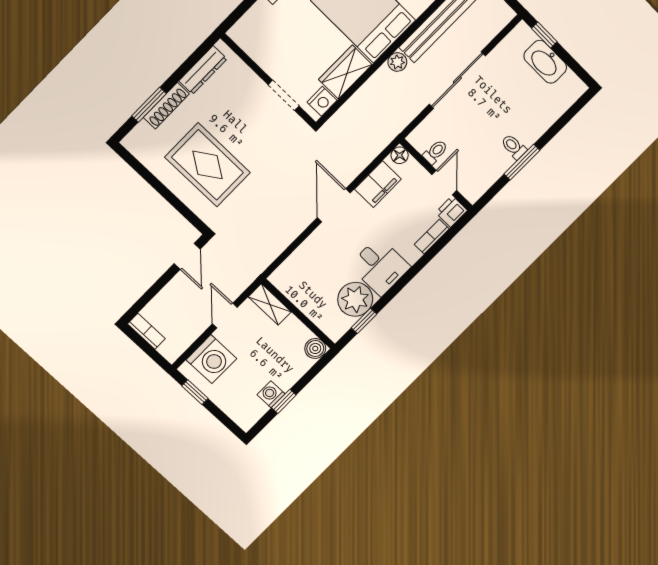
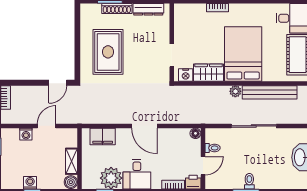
filing cabinet: (378, 184) -> (103, 136), moved
door: (334, 205) -> (144, 126), swing flipped
shelving: (270, 304) -> (71, 161), moved
washing machine: (211, 359) -> (26, 134), width x0.53, depth x0.53

